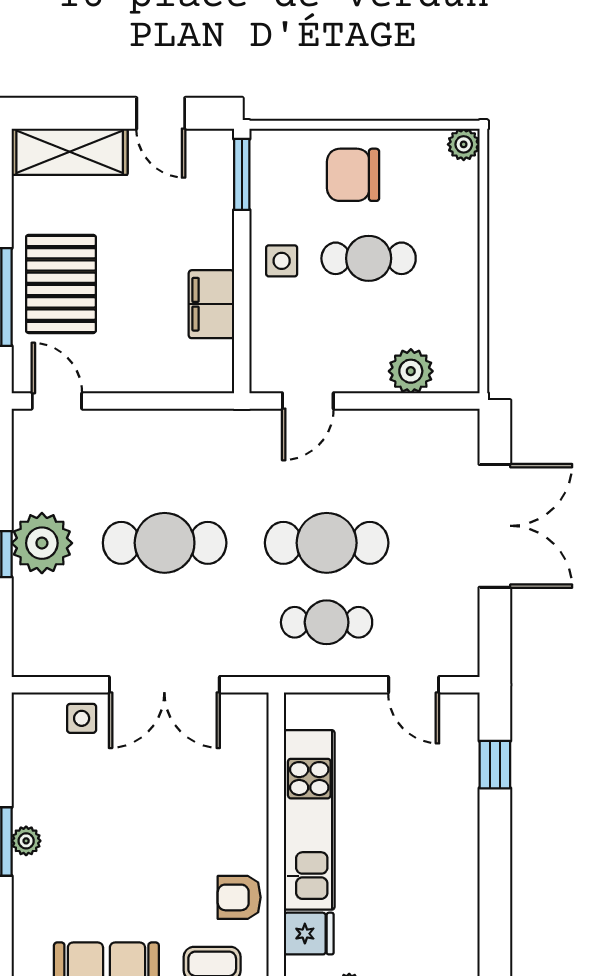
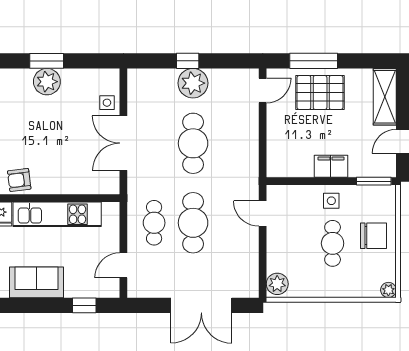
chair: (353, 175) -> (373, 236), turned 90
filing cabinet: (211, 304) -> (331, 166), moved
plant: (411, 371) -> (277, 284), moved
plant: (26, 841) -> (47, 82), width x1.87, depth x1.87
sofa: (448, 862) -> (37, 282), added
armchair: (239, 897) -> (19, 180), turned -97

